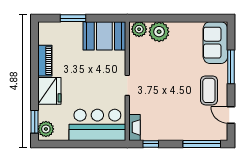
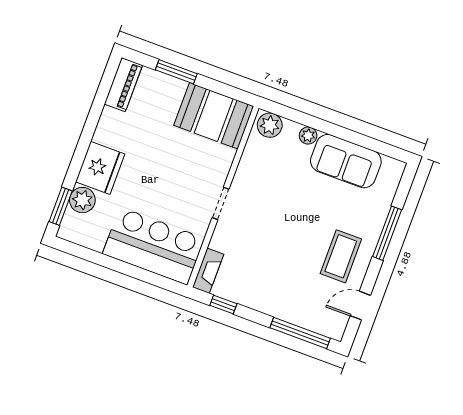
plant: (159, 32) -> (308, 136), width x0.53, depth x0.53
sofa: (215, 43) -> (346, 161), moved, turned -90
piano: (45, 61) -> (123, 85), moved
door: (231, 115) -> (360, 306), hinge flipped
plant: (46, 129) -> (82, 200), moved

